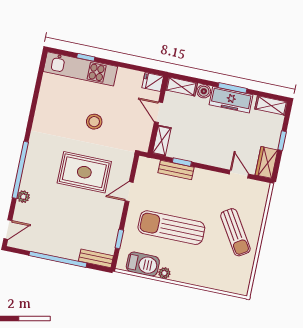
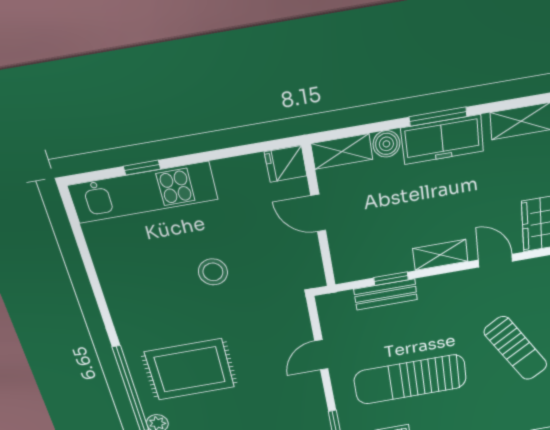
shelving: (162, 141) -> (440, 255), moved, turned 90
rug: (84, 172) -> (190, 370), moved

